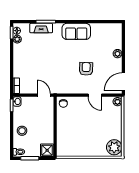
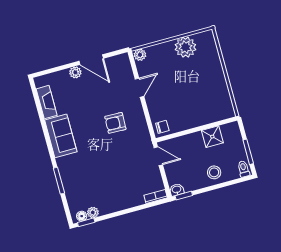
fireplace: (41, 28) -> (47, 102), moved
armchair: (86, 69) -> (115, 123), moved
door: (123, 82) -> (91, 60), moved
door: (44, 95) -> (158, 156), swing flipped
plant: (114, 147) -> (185, 47), moved
shower: (47, 150) -> (212, 137), moved

